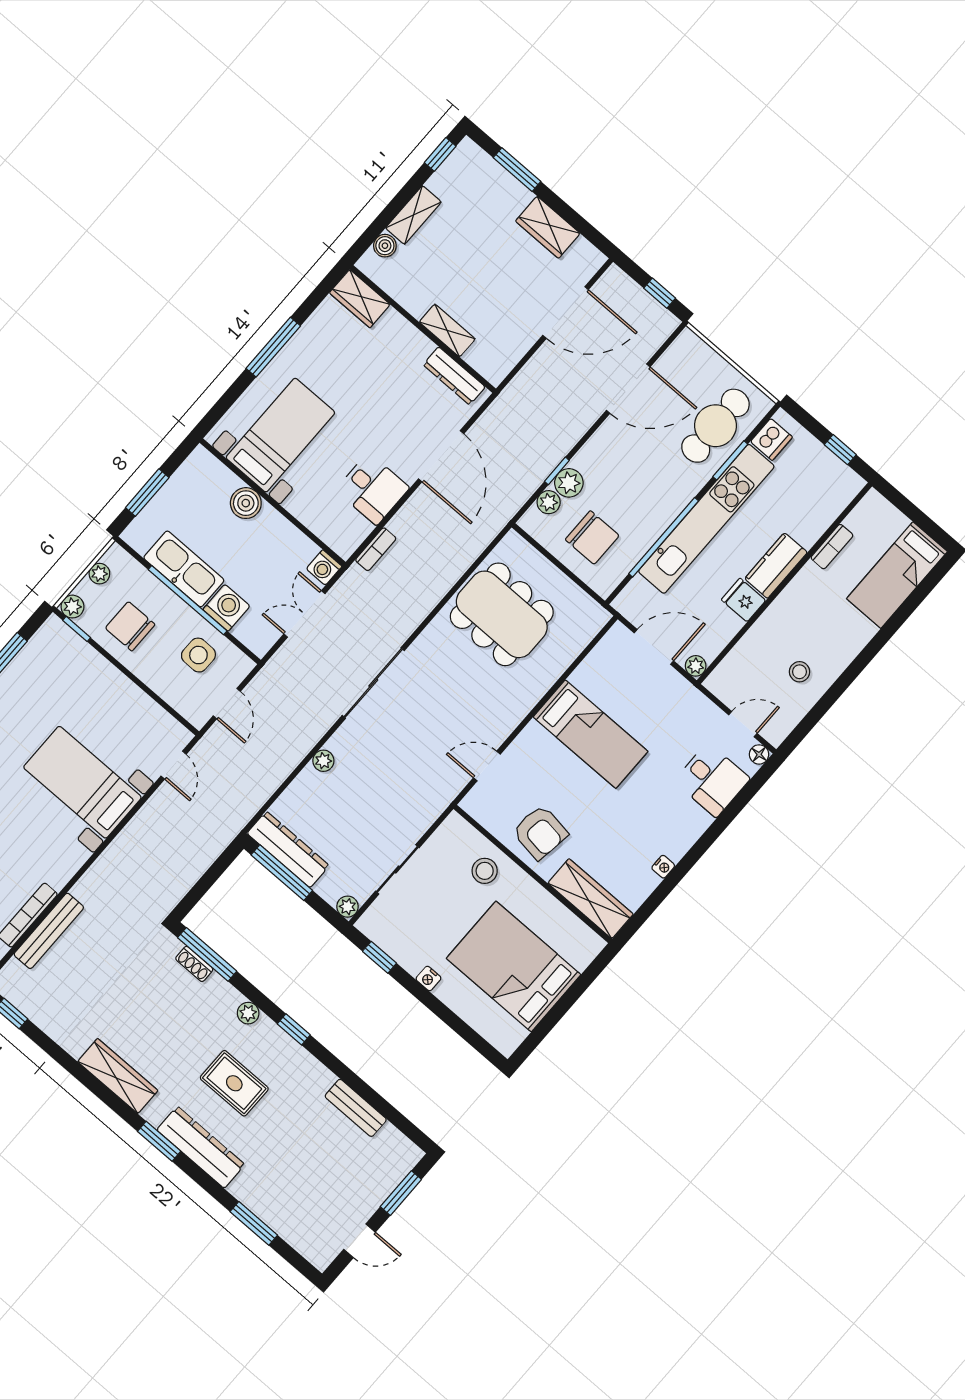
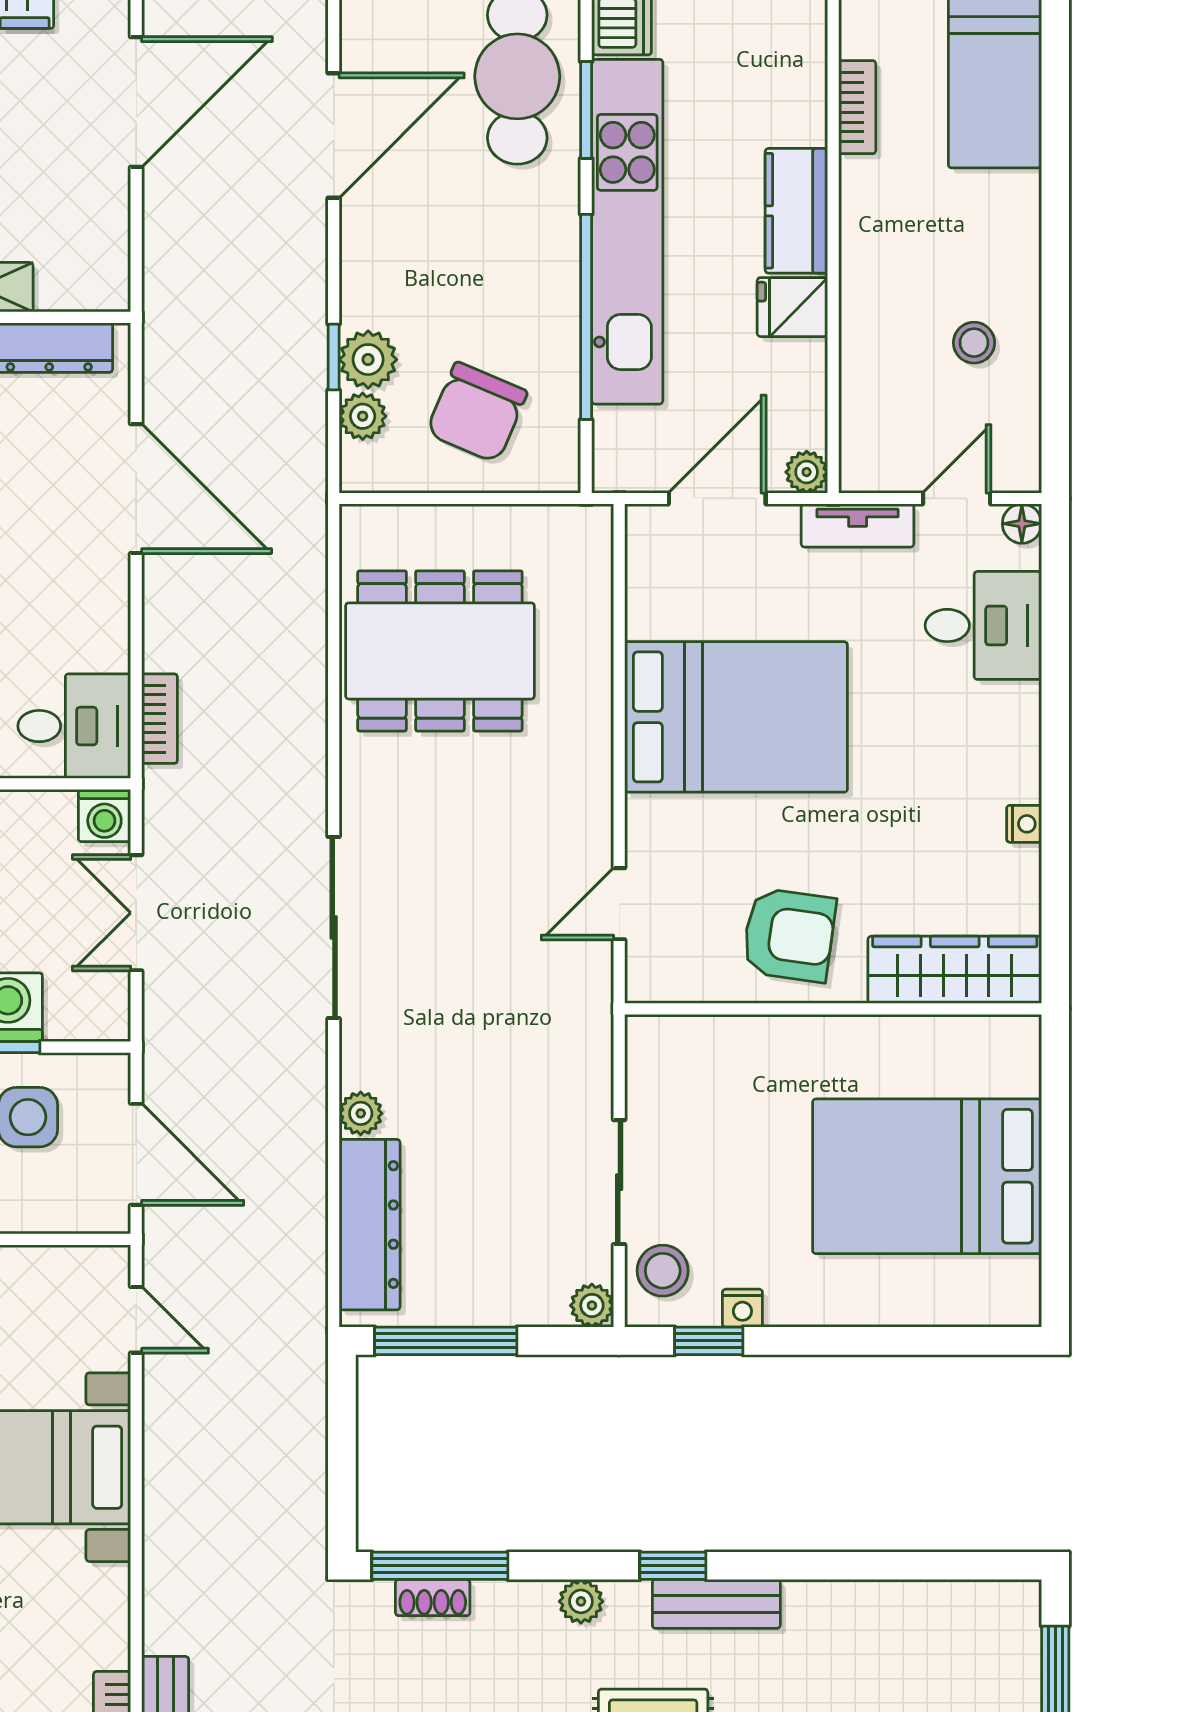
desk: (373, 489) -> (74, 726), moved
chair: (592, 538) -> (477, 412), turned 113
tv unit: (697, 702) -> (858, 525), added
door: (227, 704) -> (136, 1154), width x1.38
bed: (591, 734) -> (736, 717), width x1.50
dresser: (288, 849) -> (370, 1225), moved, turned 90
stool: (485, 871) -> (663, 1271), moved
nightstand: (428, 979) -> (742, 1308), moved
bench: (356, 1108) -> (716, 1604), moved

